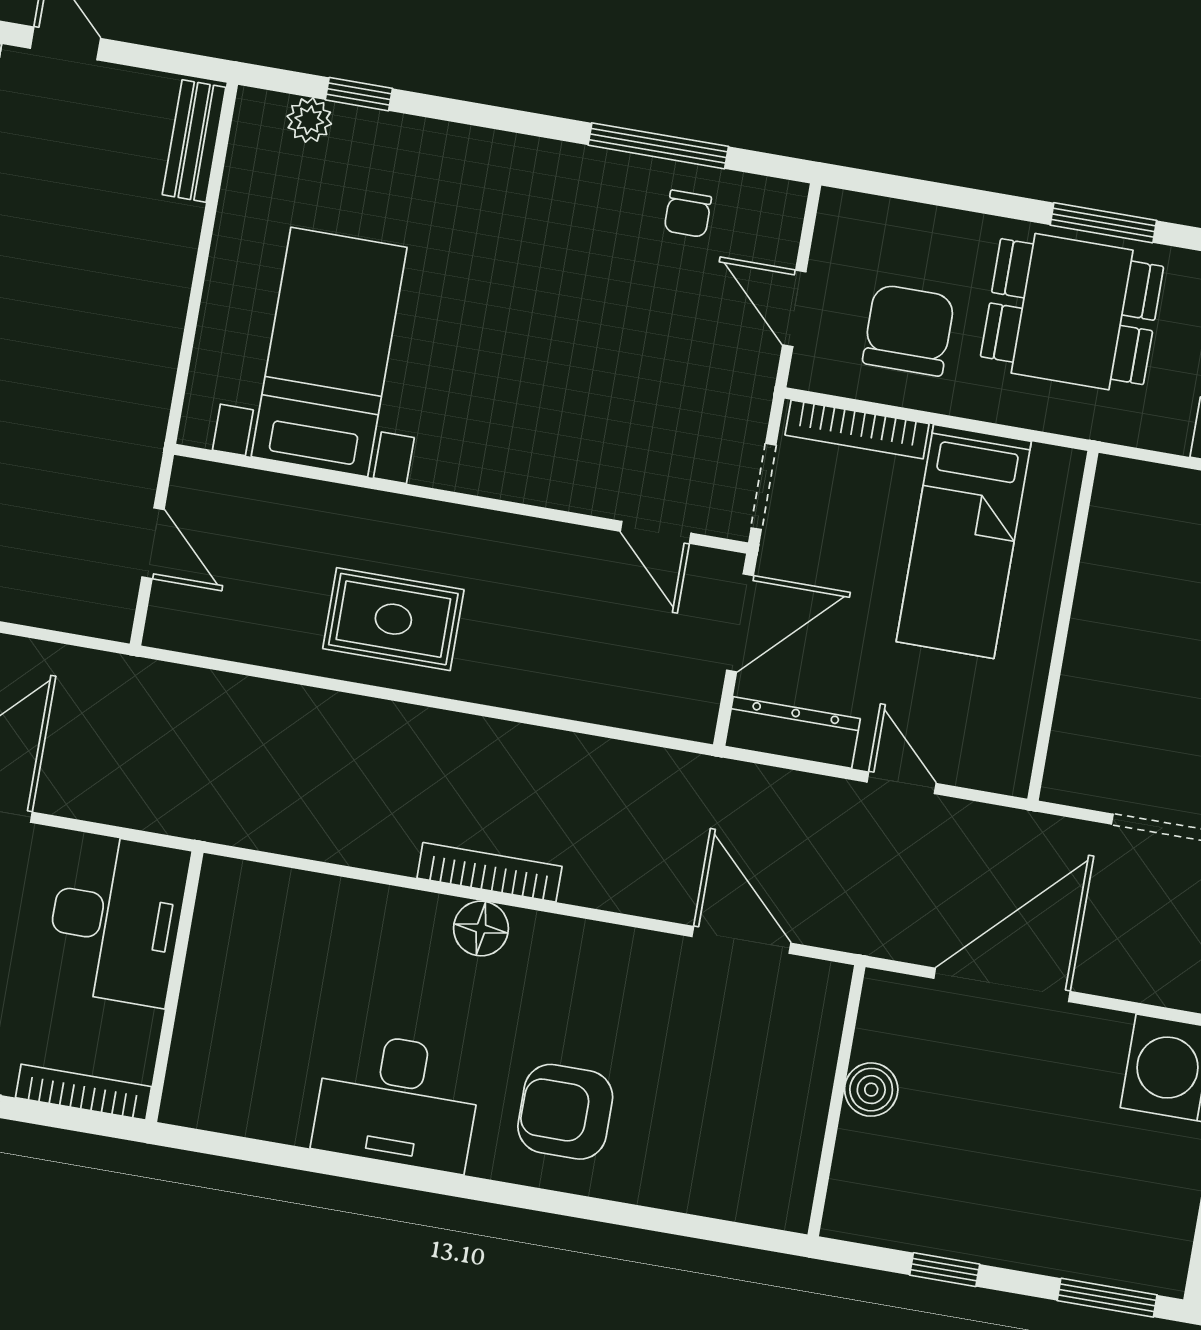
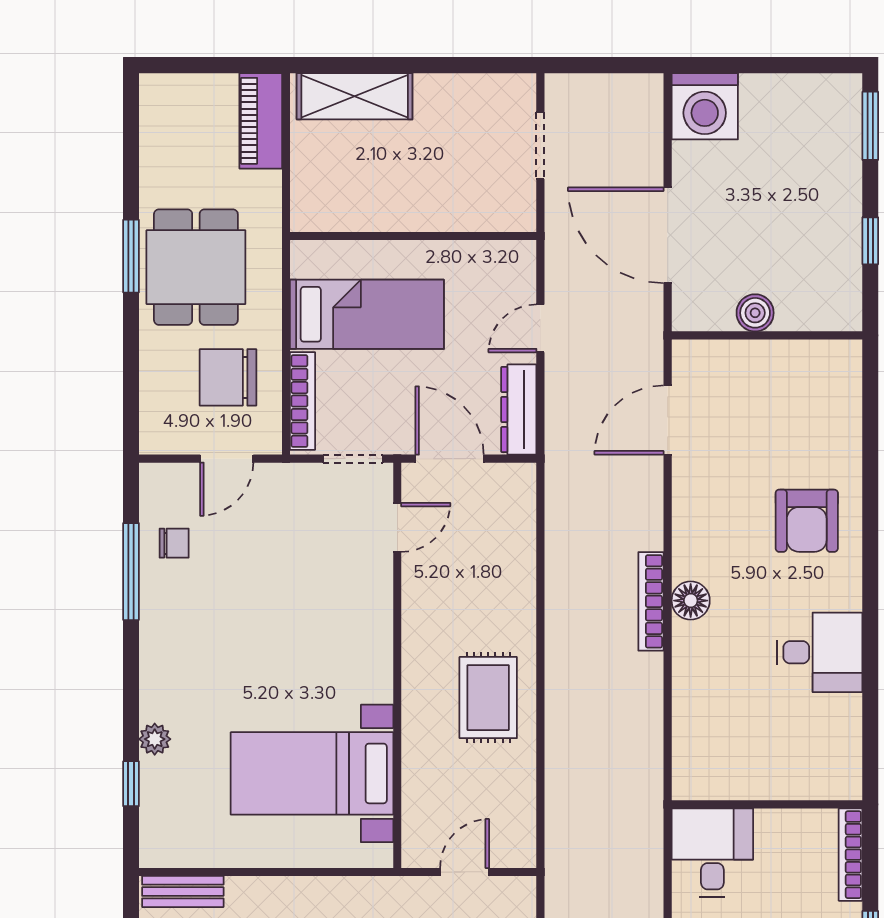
plant: (309, 120) -> (155, 739), moved
desk: (116, 919) -> (712, 852), width x0.73
desk: (397, 1101) -> (819, 652), width x0.73

